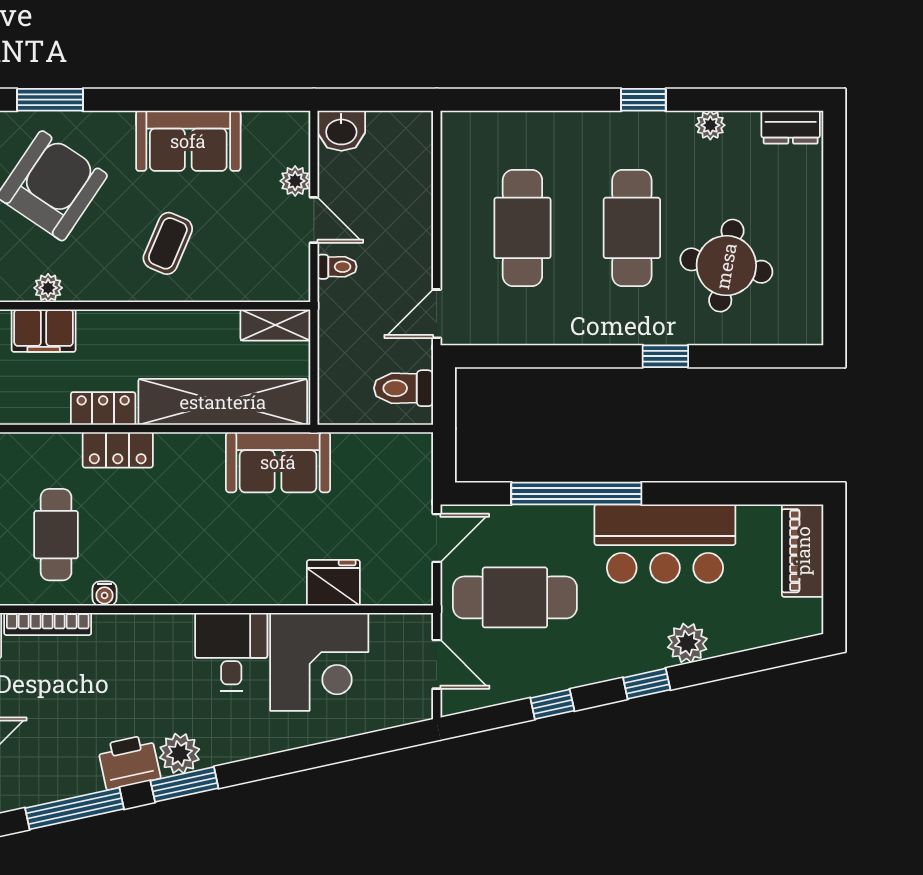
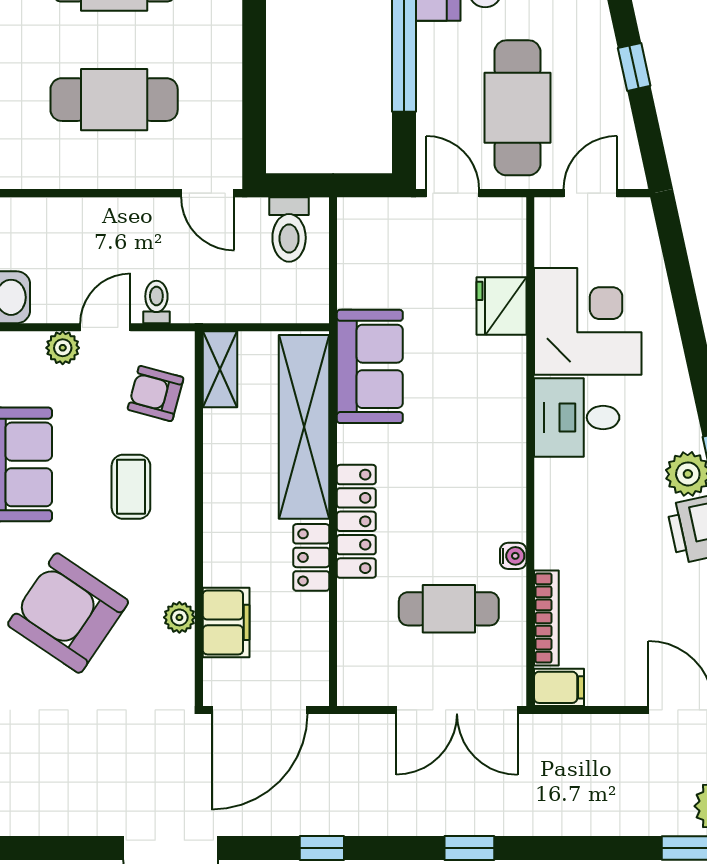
coffee table: (168, 243) -> (131, 487), turned 67
armchair: (253, 266) -> (156, 393), added
locker: (118, 450) -> (356, 521), width x1.53

